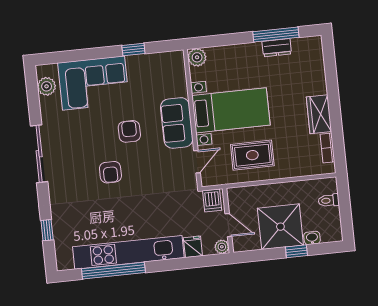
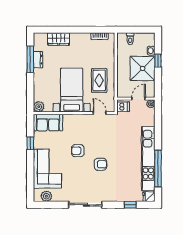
wardrobe: (319, 114) -> (58, 39), moved
sofa: (177, 123) -> (48, 123), moved
fridge: (193, 247) -> (149, 197), moved

